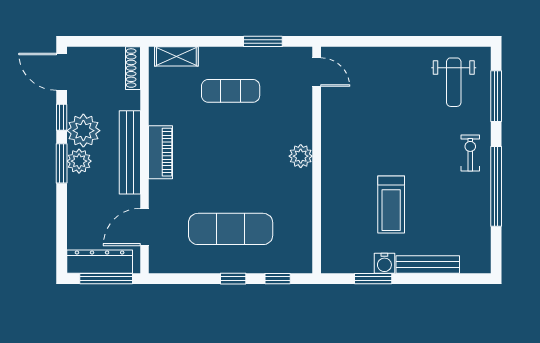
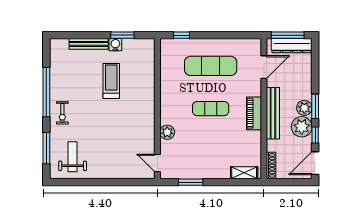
door: (62, 72) -> (315, 163), swing flipped
exercise mat: (231, 91) -> (211, 109), moved
plant: (301, 156) -> (167, 132), moved
window: (233, 279) -> (209, 35), removed

